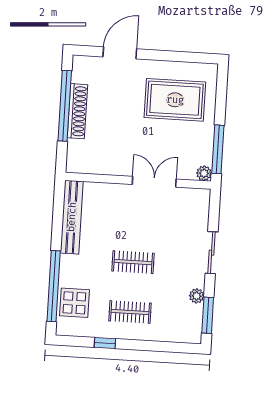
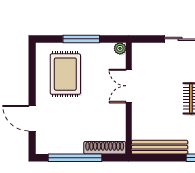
shoe rack: (77, 111) -> (105, 148), moved
window: (218, 149) -> (81, 39), moved

